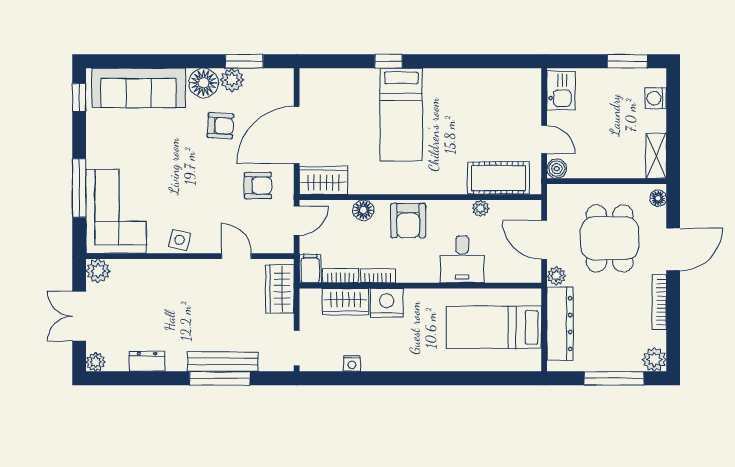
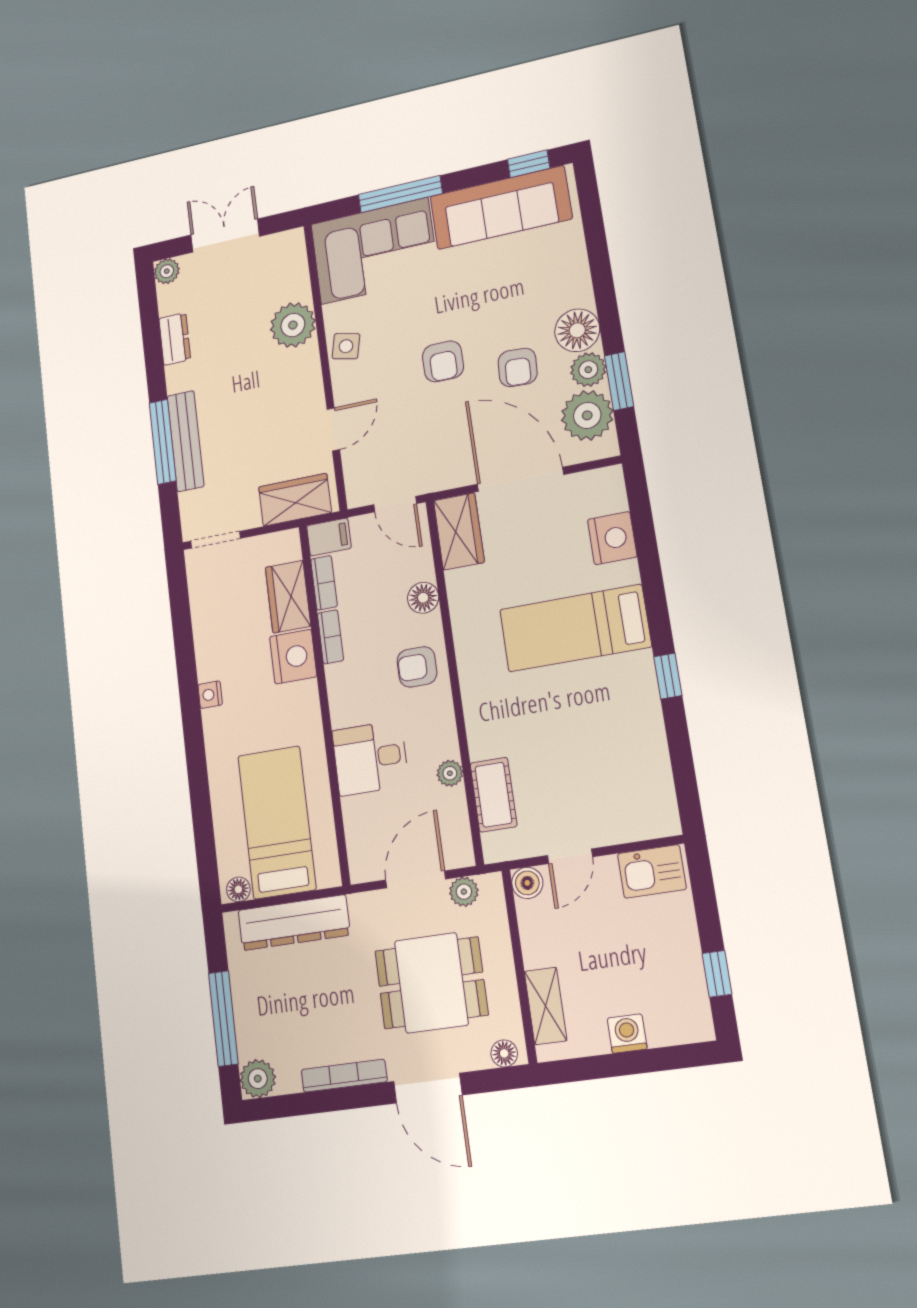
window: (389, 61) -> (668, 676), moved
window: (627, 61) -> (717, 974), width x0.67
nightstand: (347, 82) -> (612, 538), added
plant: (263, 85) -> (587, 415), added
sofa: (139, 88) -> (501, 208), moved, turned -90
washing machine: (656, 98) -> (627, 1034), moved
shelving: (656, 156) -> (546, 1006), moved, turned 90
cot: (499, 178) -> (493, 795), width x0.73, depth x0.75
armchair: (258, 186) -> (443, 361), moved
armchair: (408, 220) -> (417, 667), width x0.72, depth x0.72
plant: (98, 271) -> (293, 325), moved, width x1.36, depth x1.36
plant: (556, 276) -> (464, 892), moved
floor lamp: (533, 359) -> (238, 889), added
nightstand: (352, 364) -> (210, 695), moved

